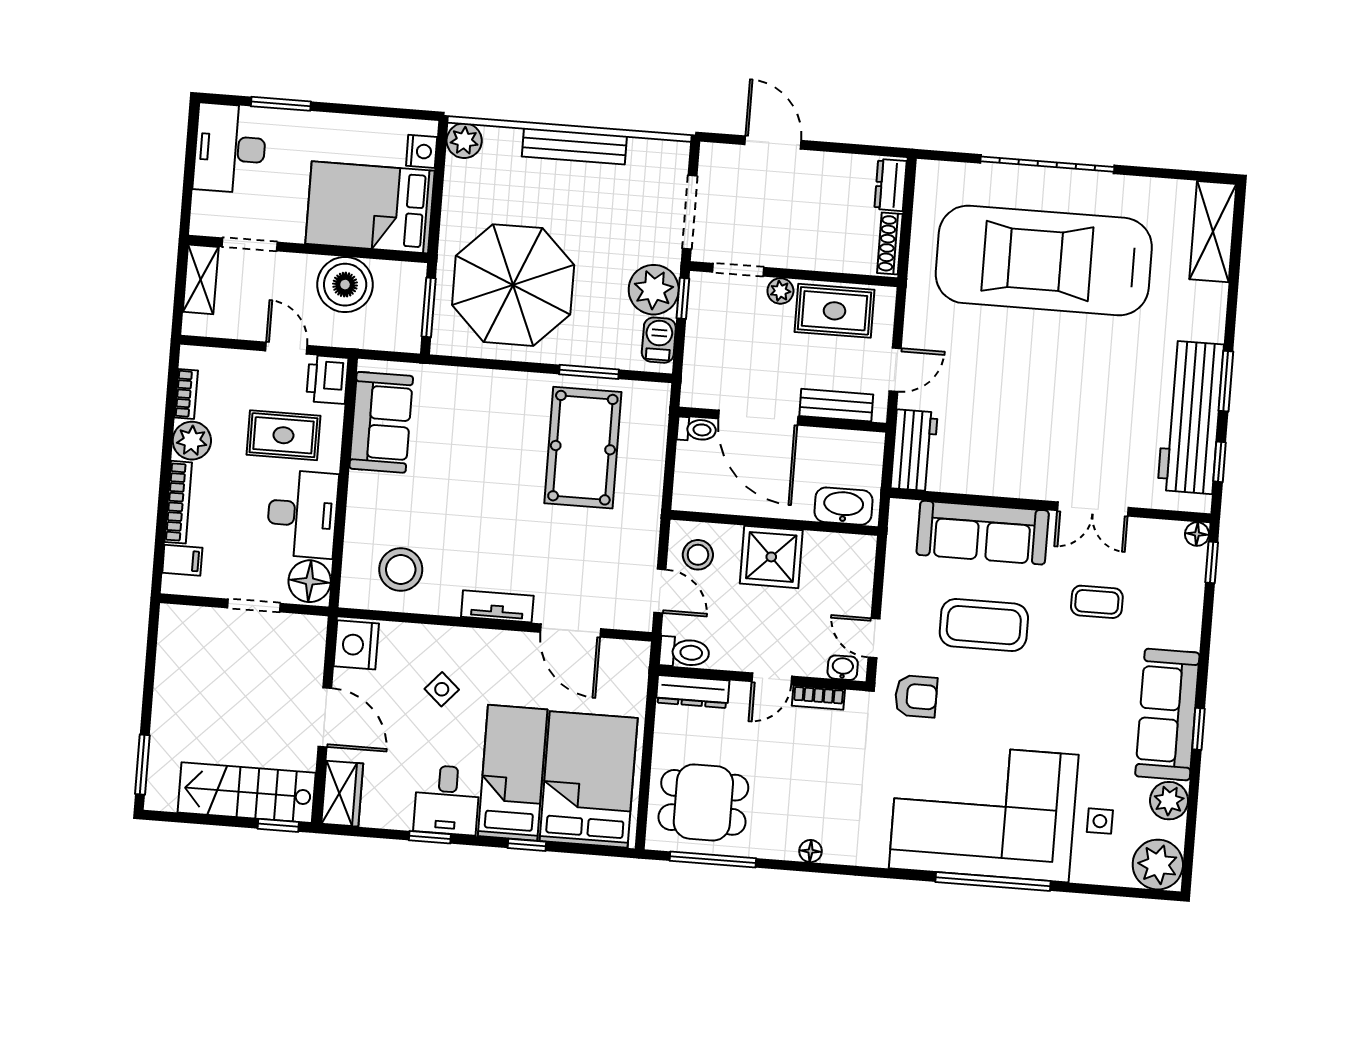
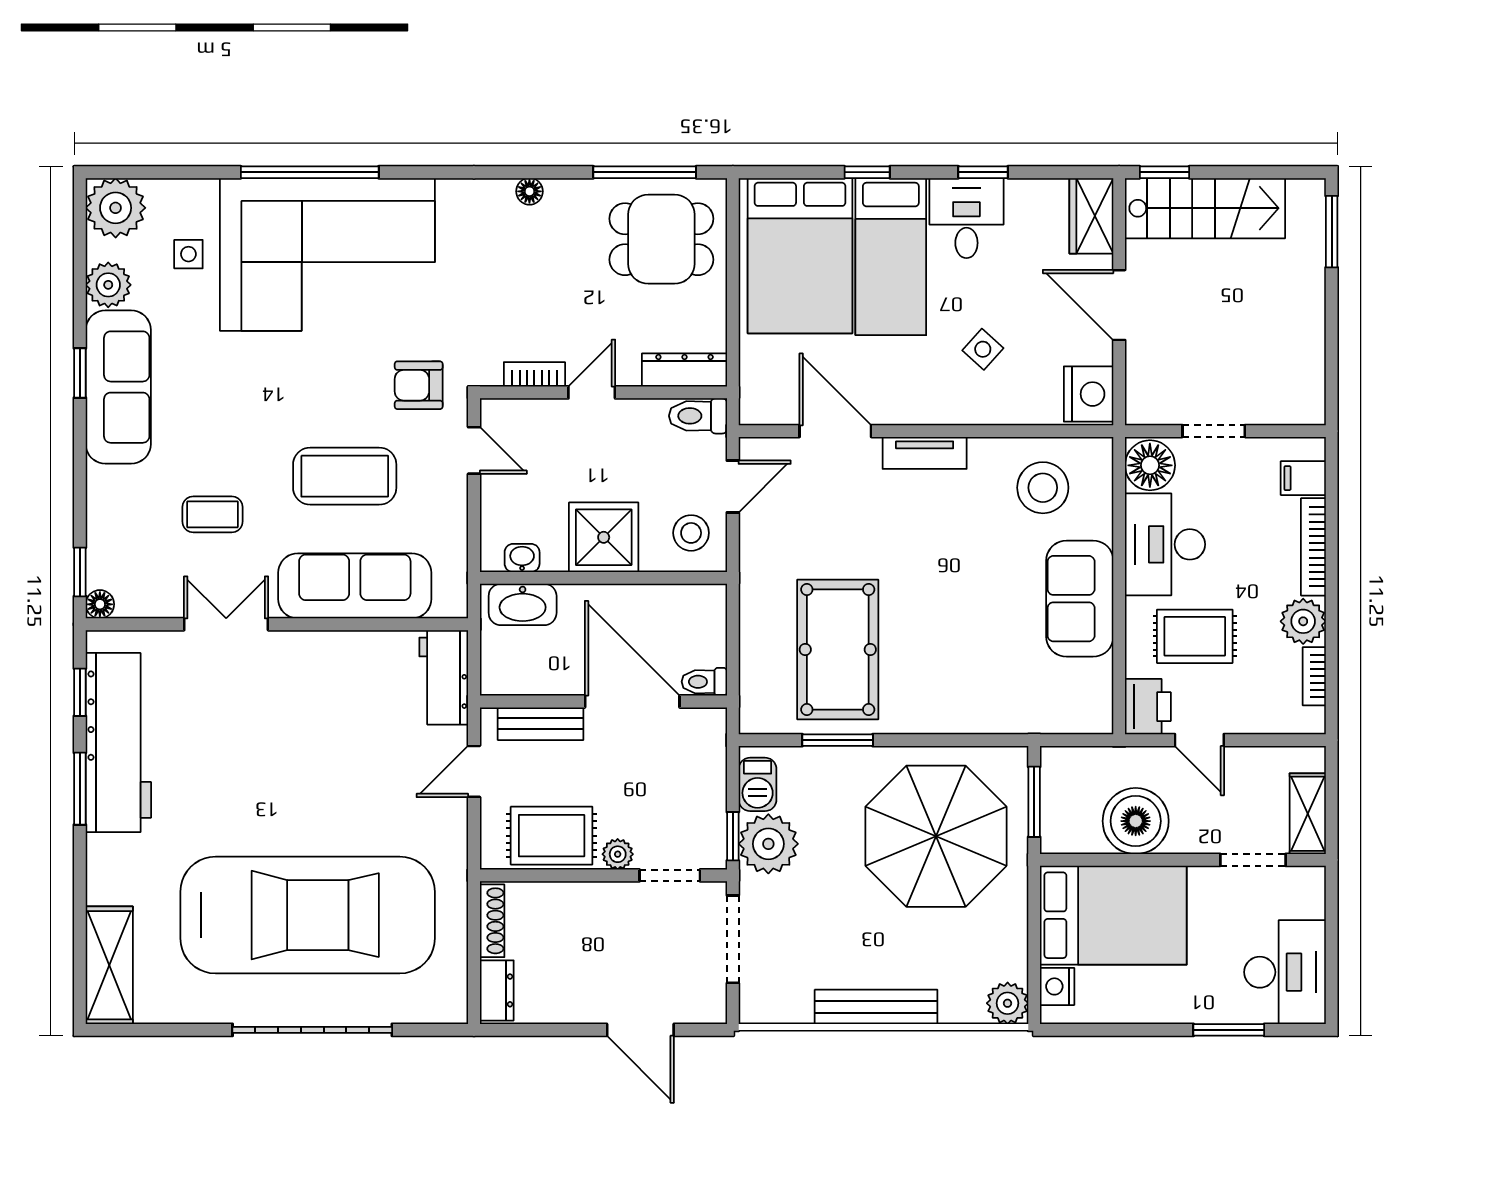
sofa: (381, 422) -> (1080, 599), moved
door: (660, 591) -> (733, 486), swing flipped
washbasin: (843, 668) -> (522, 558), moved, turned 180

